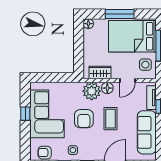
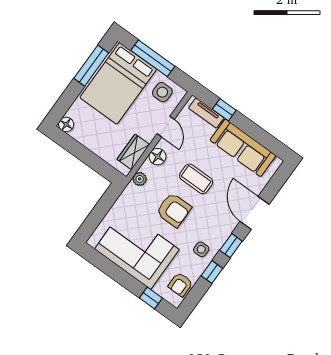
window: (120, 14) -> (91, 66), moved
plant: (92, 91) -> (140, 179), width x0.53, depth x0.53
window: (25, 114) -> (151, 298), moved

